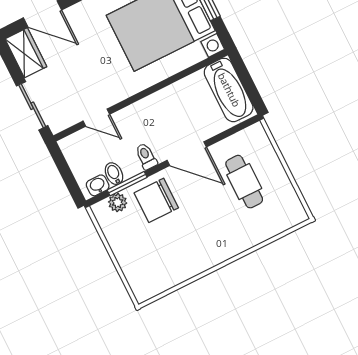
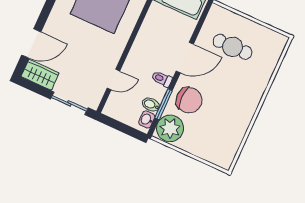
chair: (156, 200) -> (189, 100), turned -90
plant: (118, 203) -> (170, 128), width x1.87, depth x1.87

